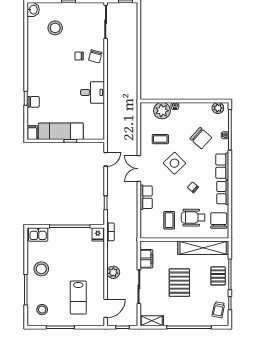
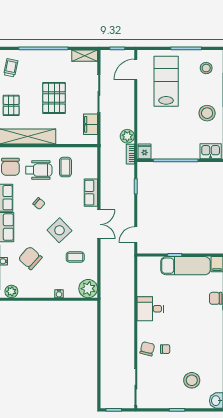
plant: (162, 111) -> (88, 289), moved
plant: (113, 272) -> (127, 136), moved
lab bench: (78, 298) -> (166, 81), width x1.36, depth x1.39

